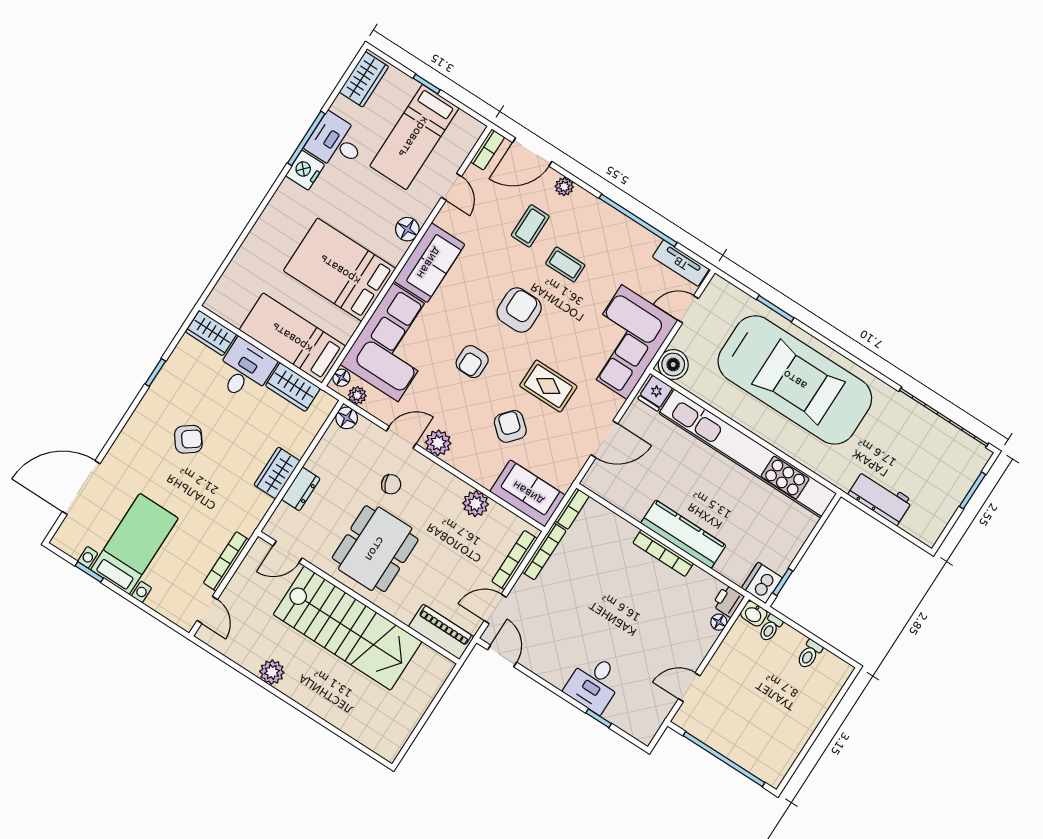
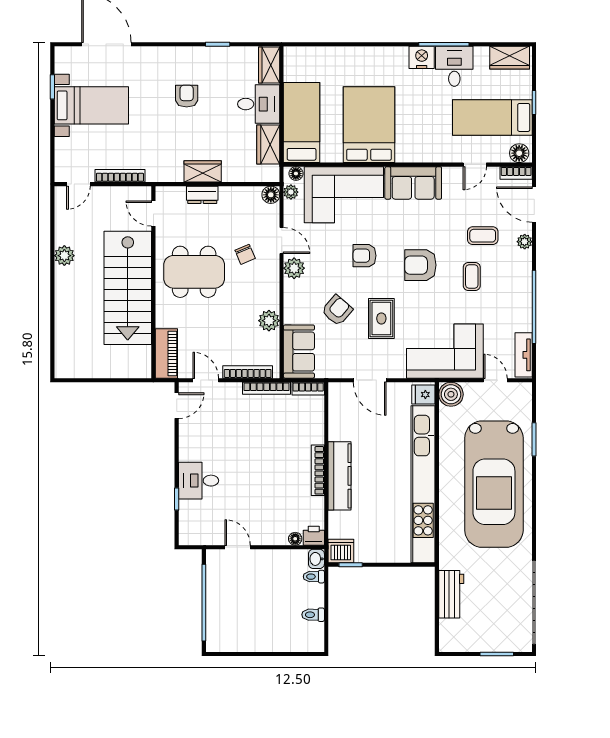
floor lamp: (407, 229) -> (519, 153), moved
armchair: (519, 310) -> (420, 265), turned 180
armchair: (188, 439) -> (187, 96), turned -143

